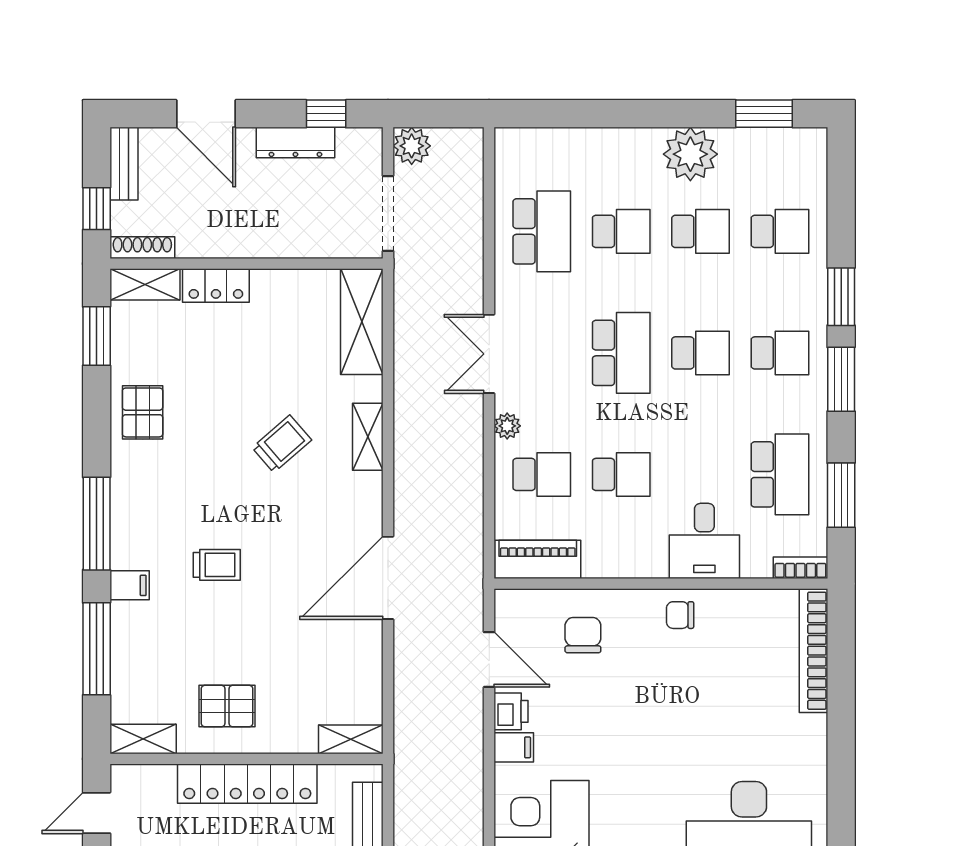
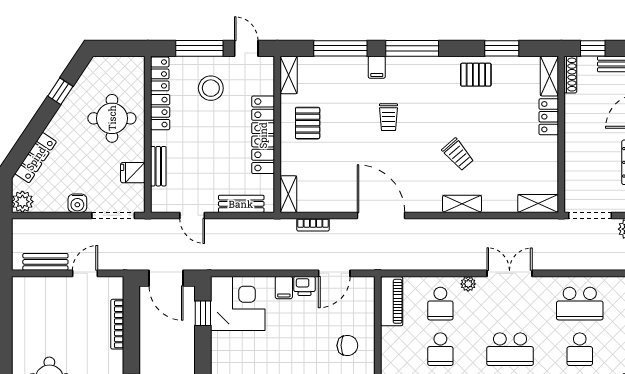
shelving: (362, 322) -> (538, 203), width x0.67, depth x0.75
window: (97, 336) -> (502, 48), moved
chair: (583, 635) -> (347, 345), moved
bookcase: (404, 697) -> (313, 225), added

